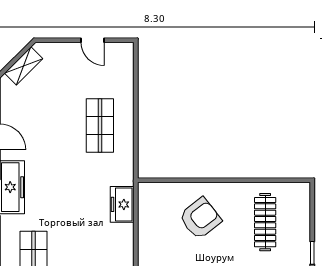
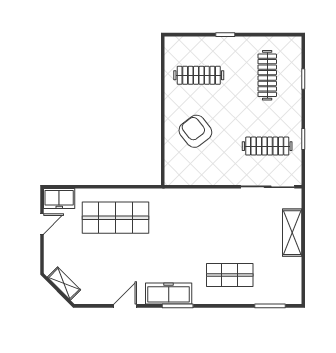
shop shelf: (100, 126) -> (115, 218), width x1.43, depth x1.36
freezer: (122, 204) -> (59, 199), moved

